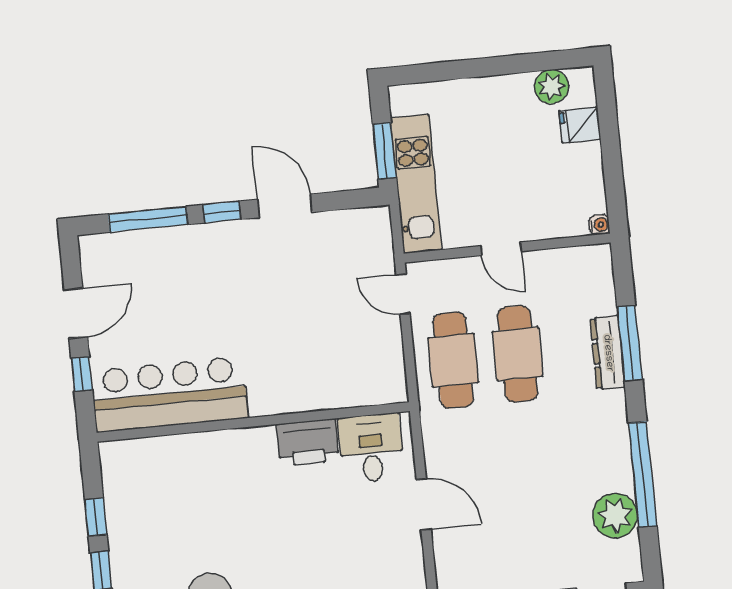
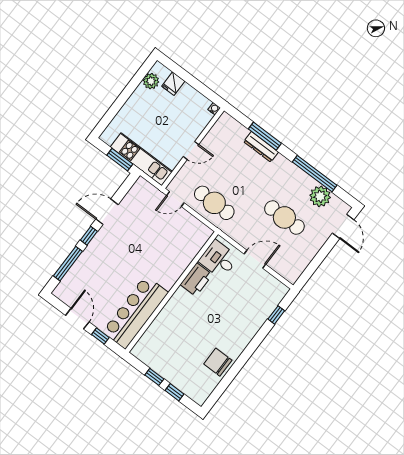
cafe table: (518, 354) -> (284, 217), moved

